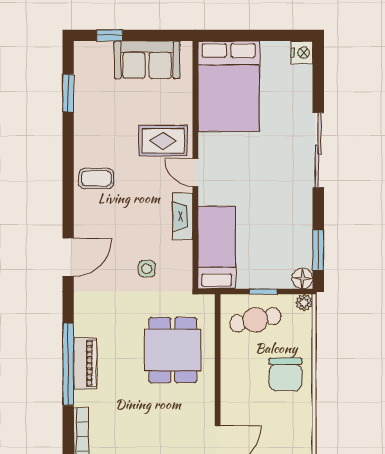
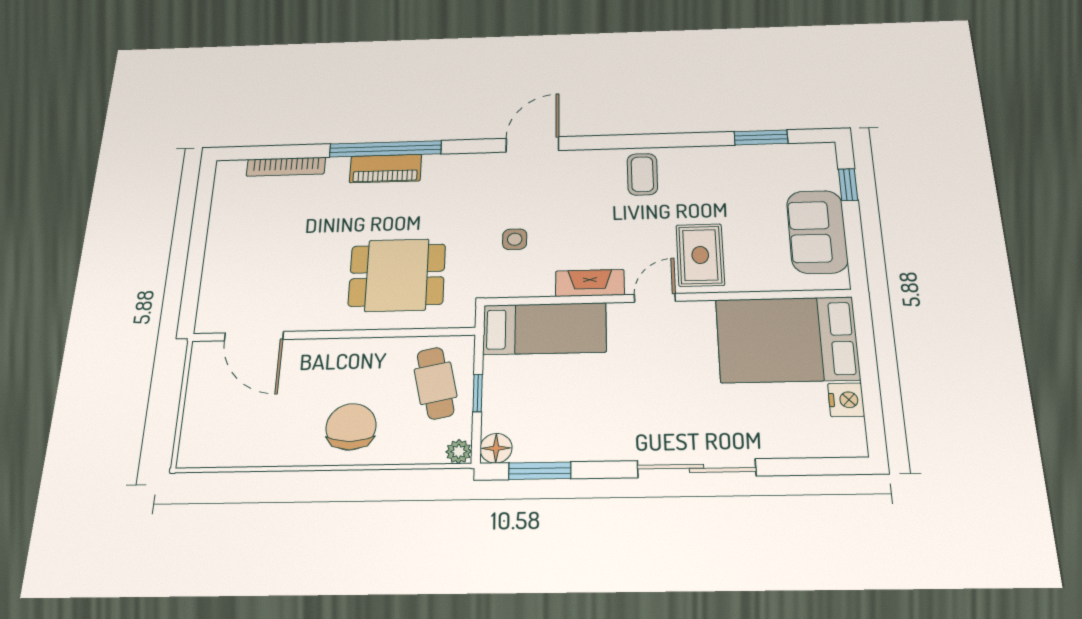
nightstand: (302, 53) -> (846, 400), moved, turned -90
door: (68, 257) -> (532, 144), swing flipped
chair: (286, 374) -> (351, 427), turned 90

